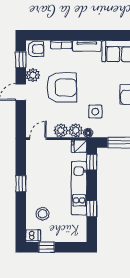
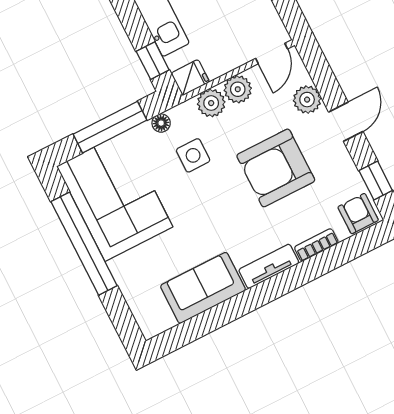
armchair: (36, 49) -> (358, 214), turned 90
plant: (33, 75) -> (307, 100), moved
floor lamp: (88, 133) -> (161, 123), moved

